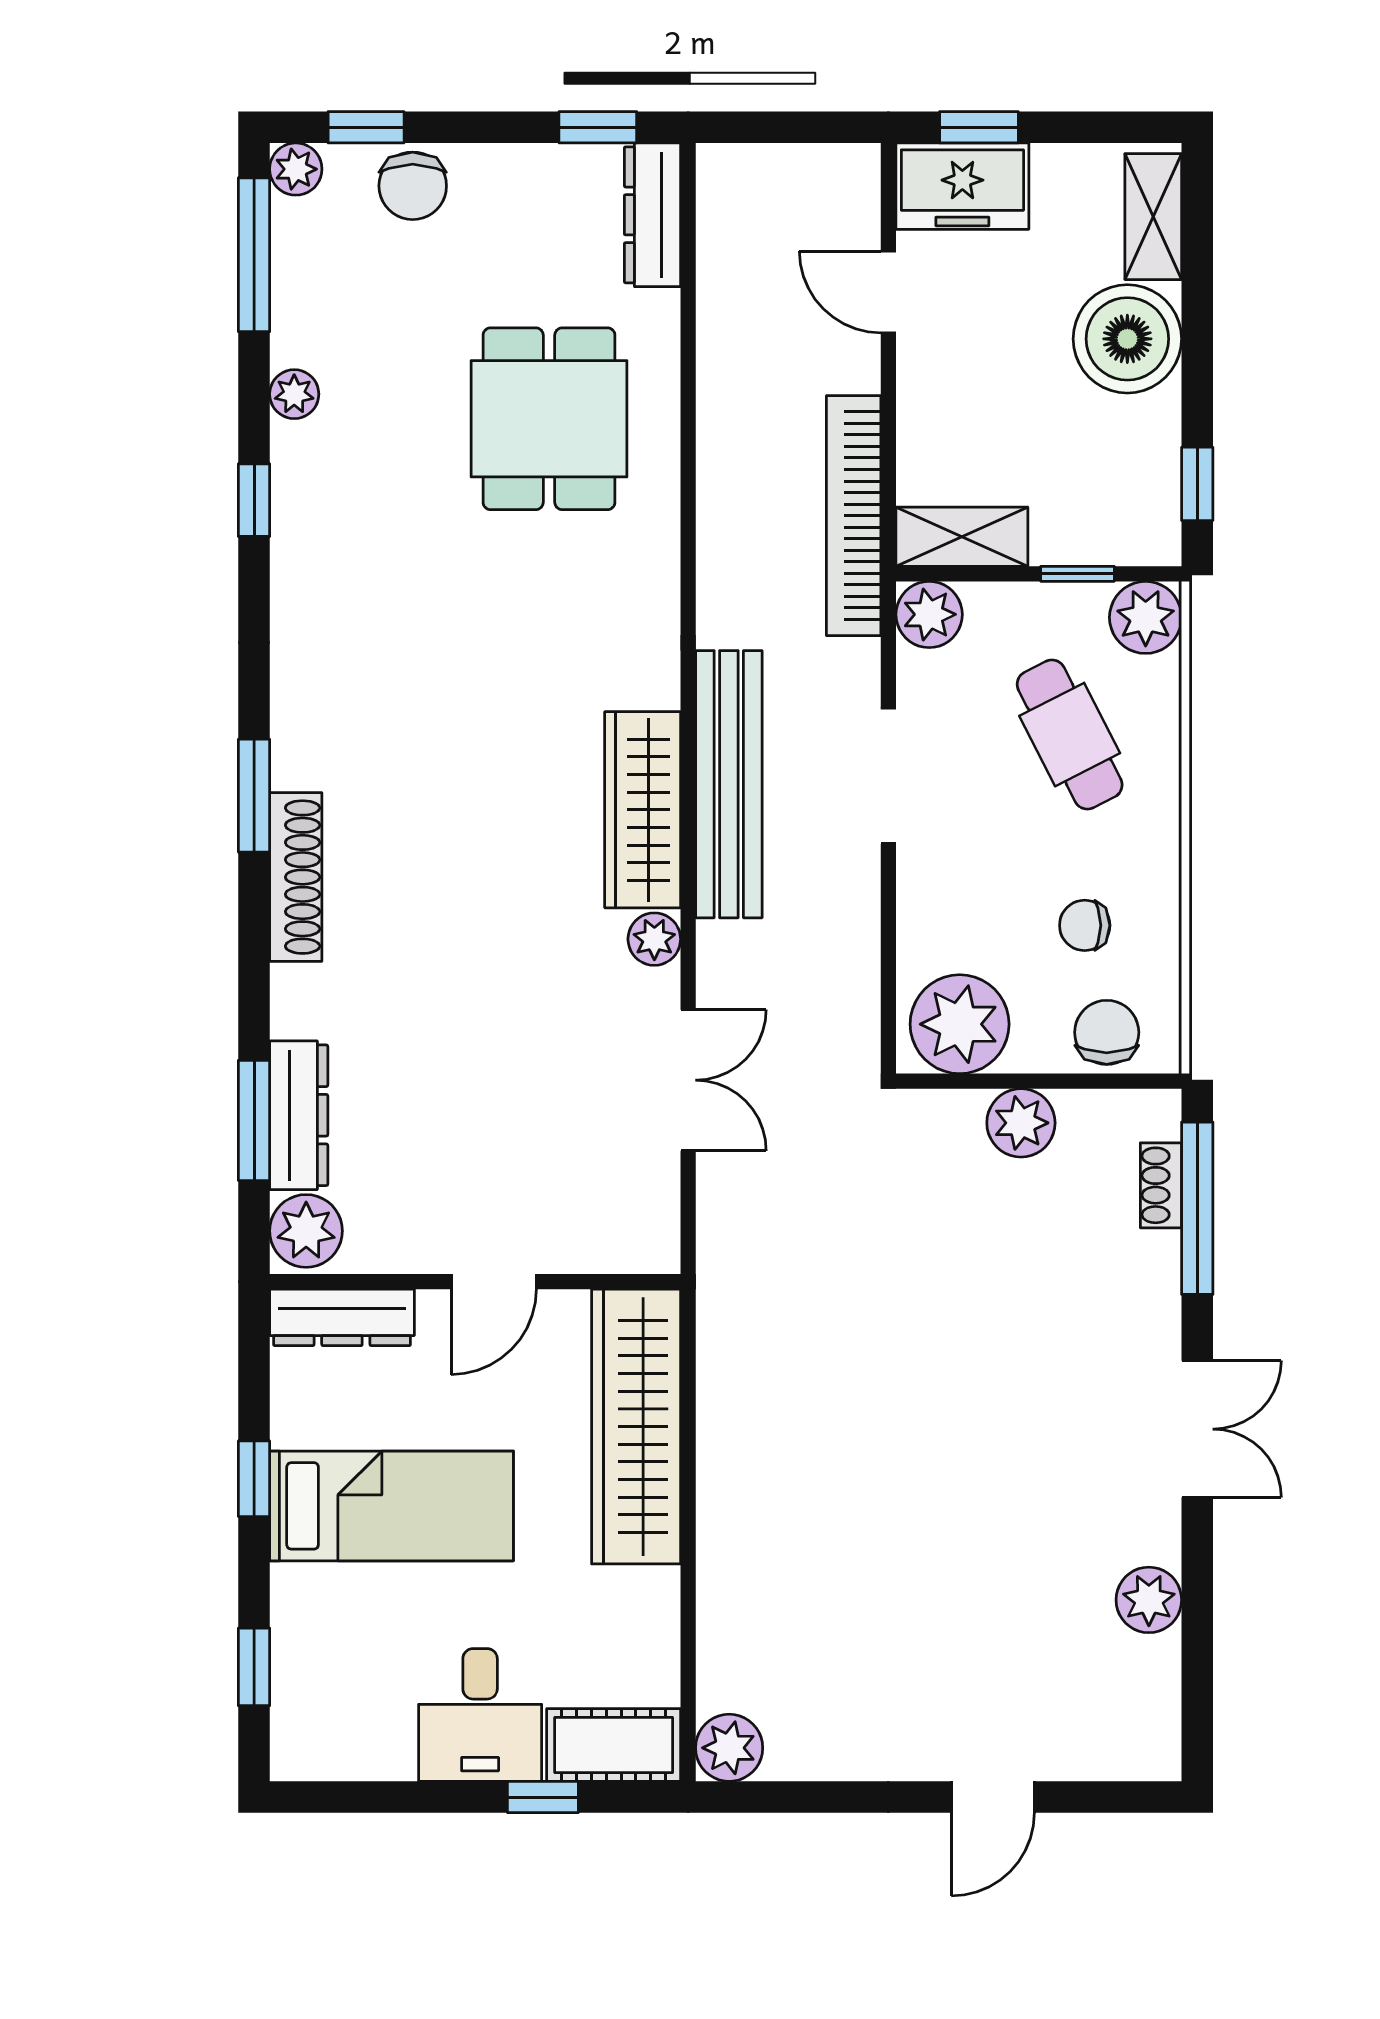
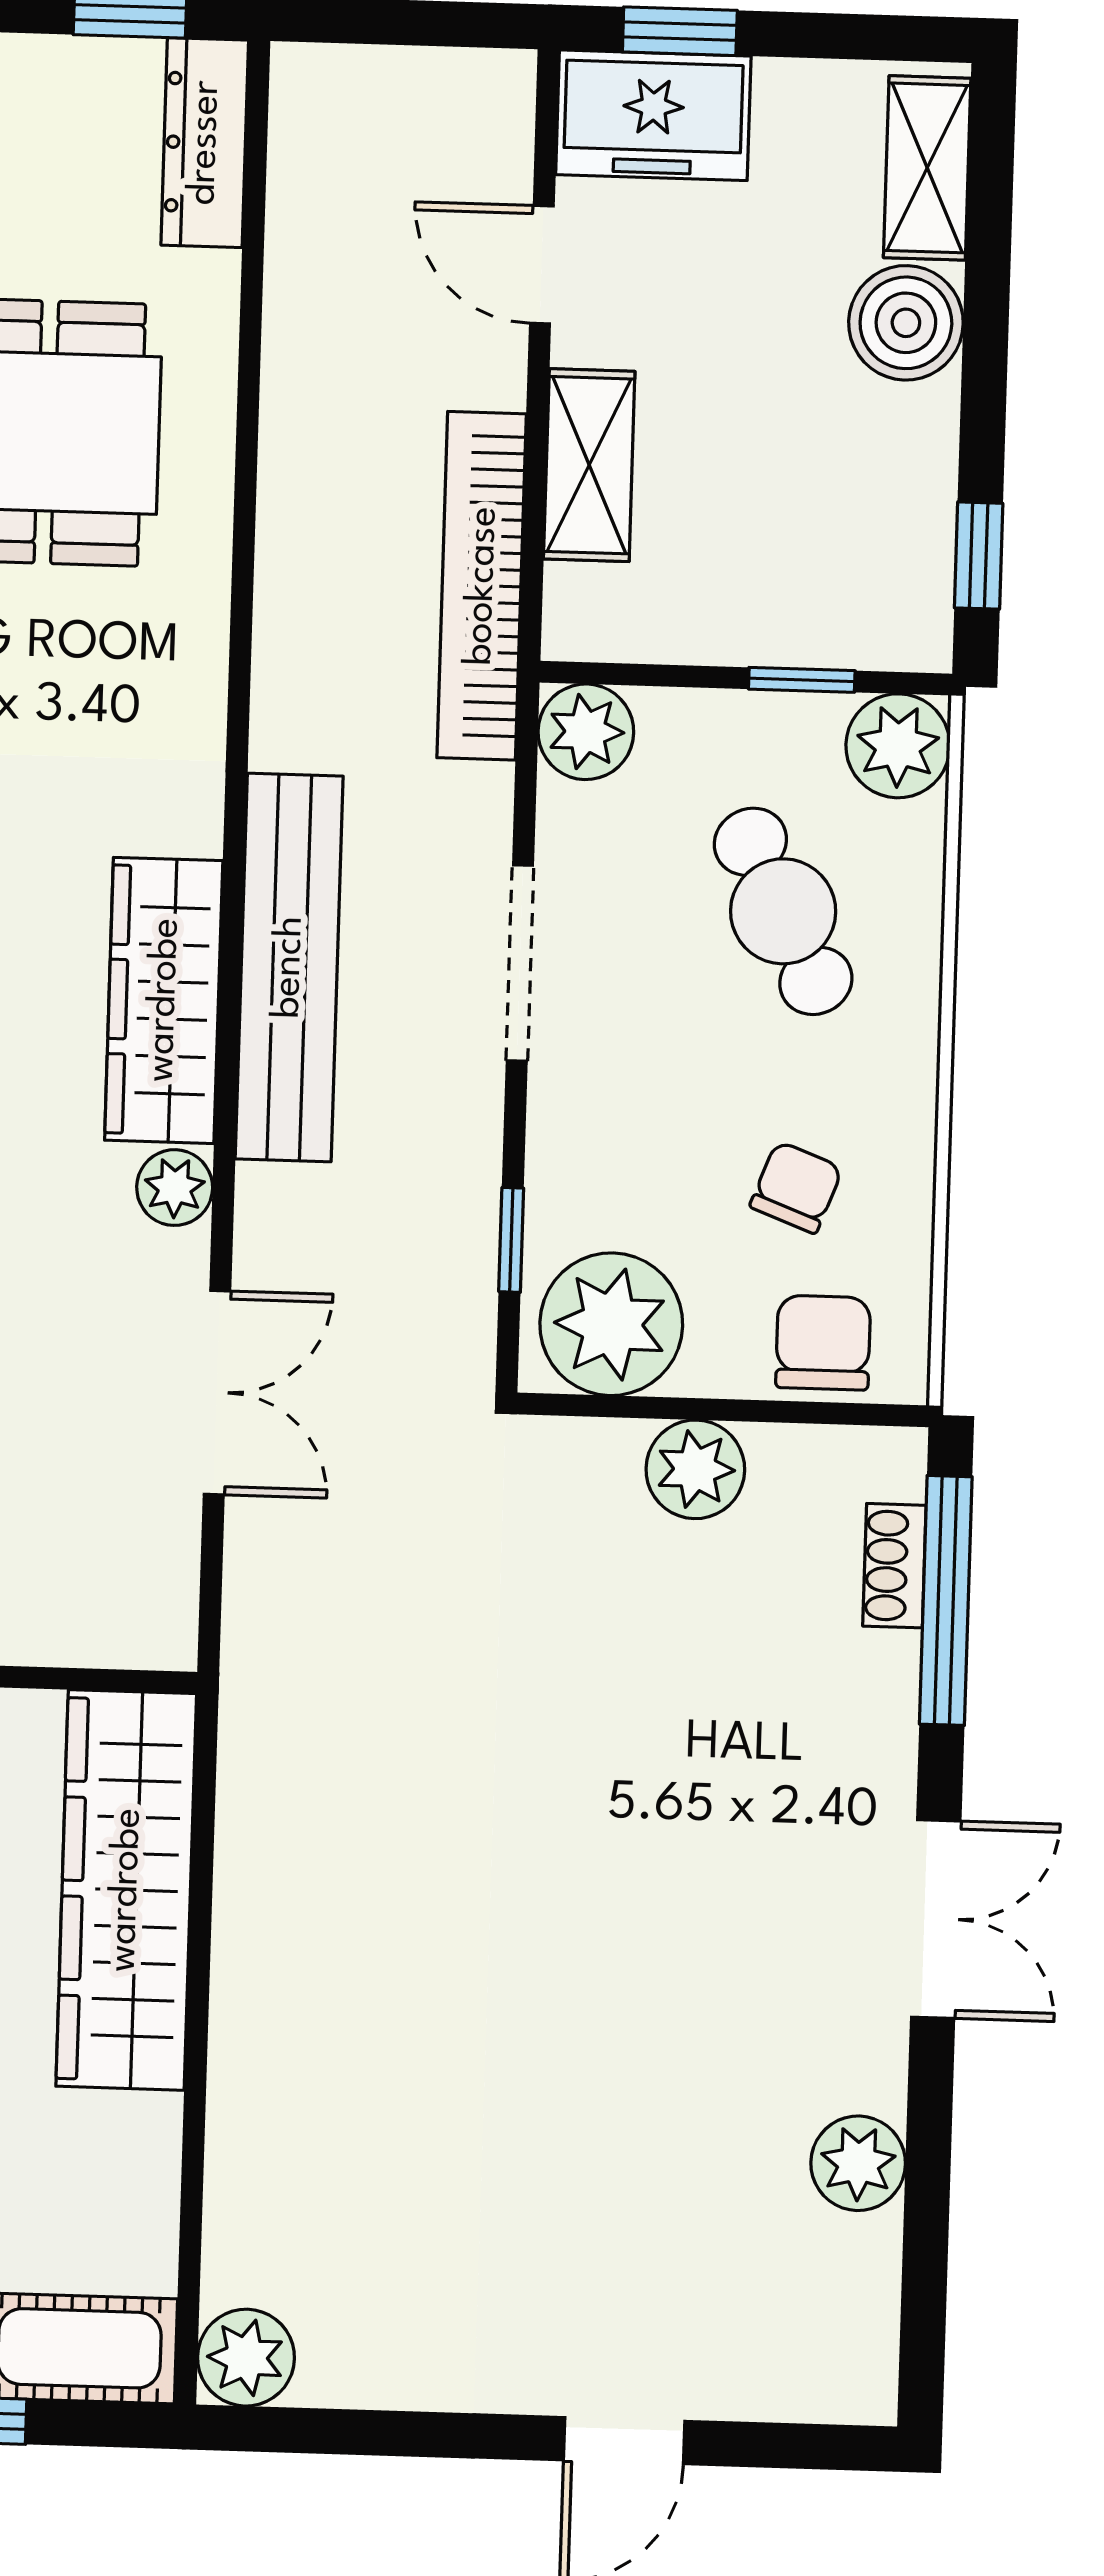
boiler: (1127, 339) -> (906, 323), width x0.73, depth x0.73
shelving: (962, 537) -> (589, 465), moved, turned 90
chair: (1085, 925) -> (796, 1187), turned 111
window: (888, 968) -> (511, 1240), added

